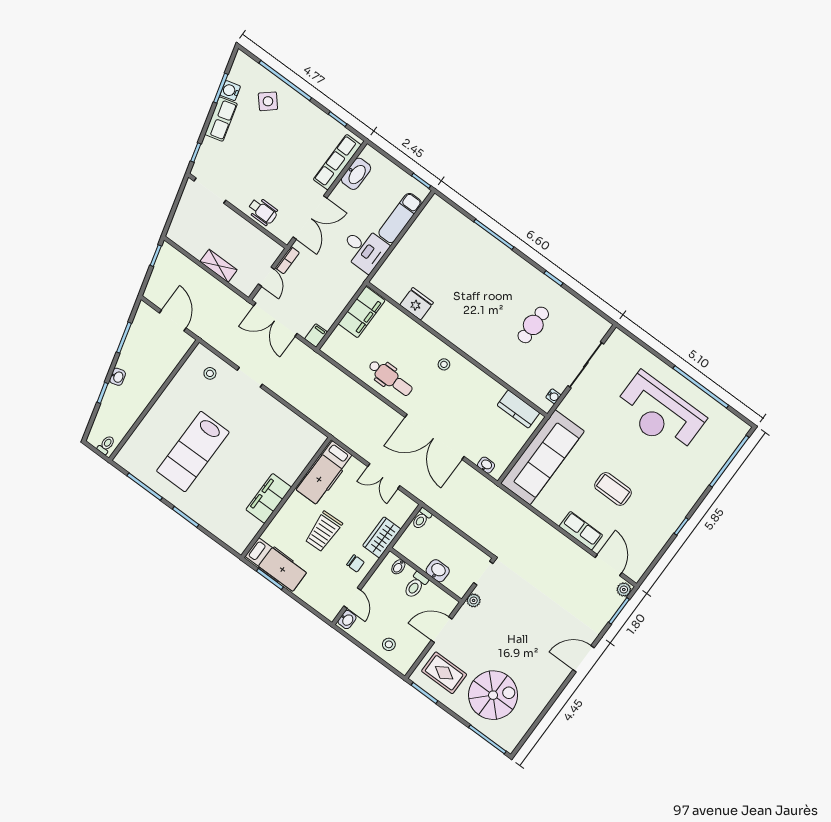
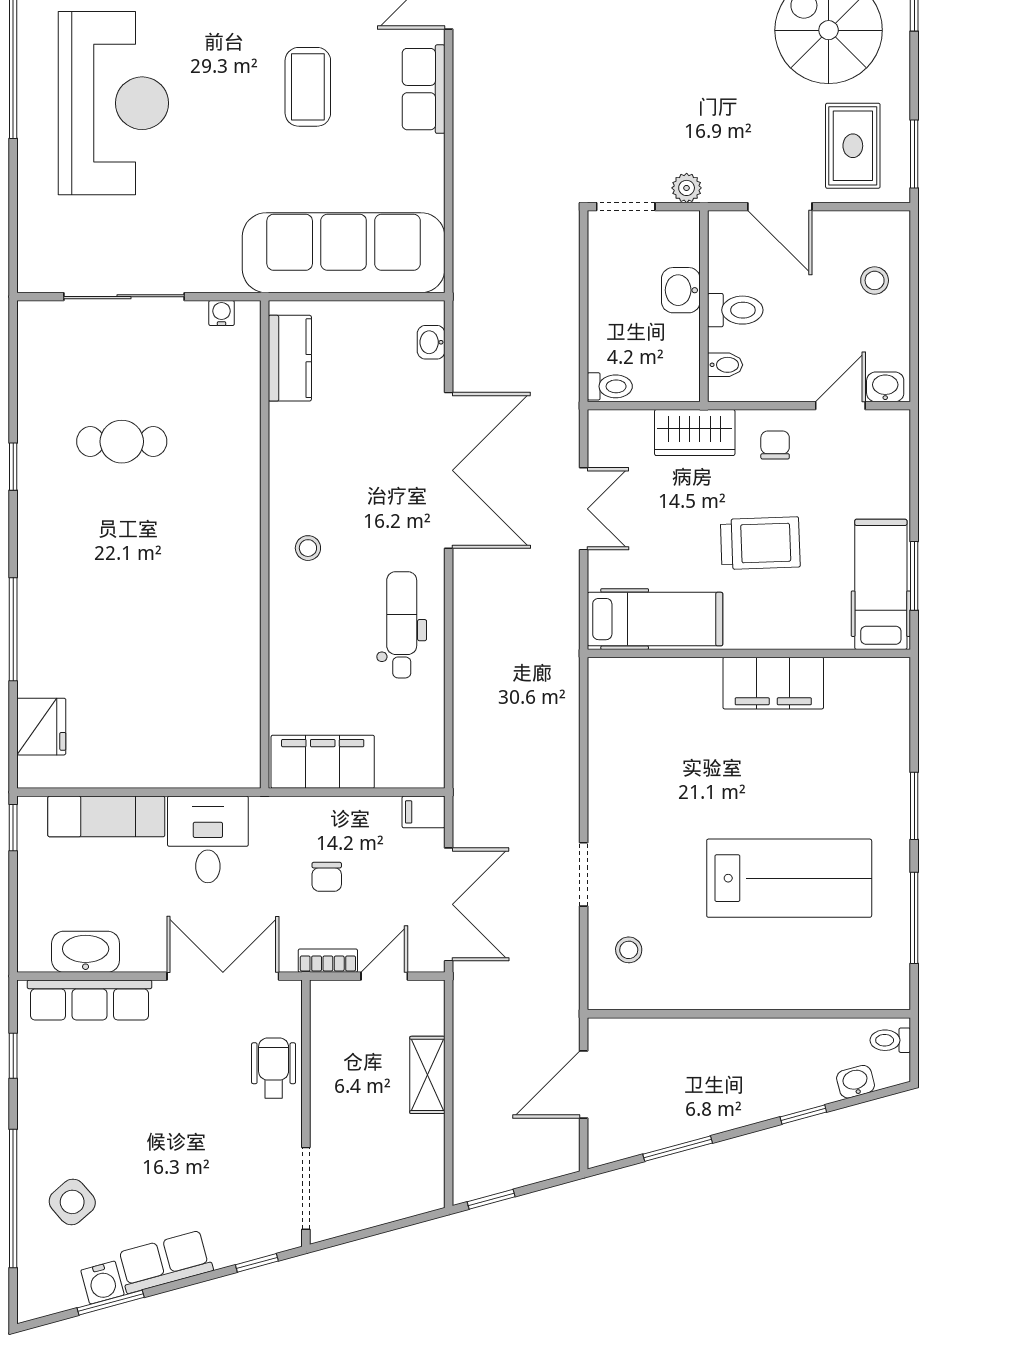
chair: (318, 282) -> (327, 877), added
fridge: (417, 304) -> (41, 727), moved, turned 180
washbasin: (117, 377) -> (856, 1082), moved

